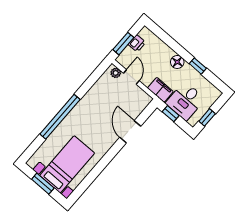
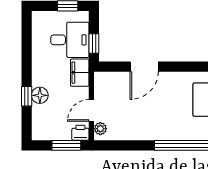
printer: (137, 43) -> (80, 133), moved
floor lamp: (177, 62) -> (40, 95), moved
window: (198, 66) -> (27, 96), moved

